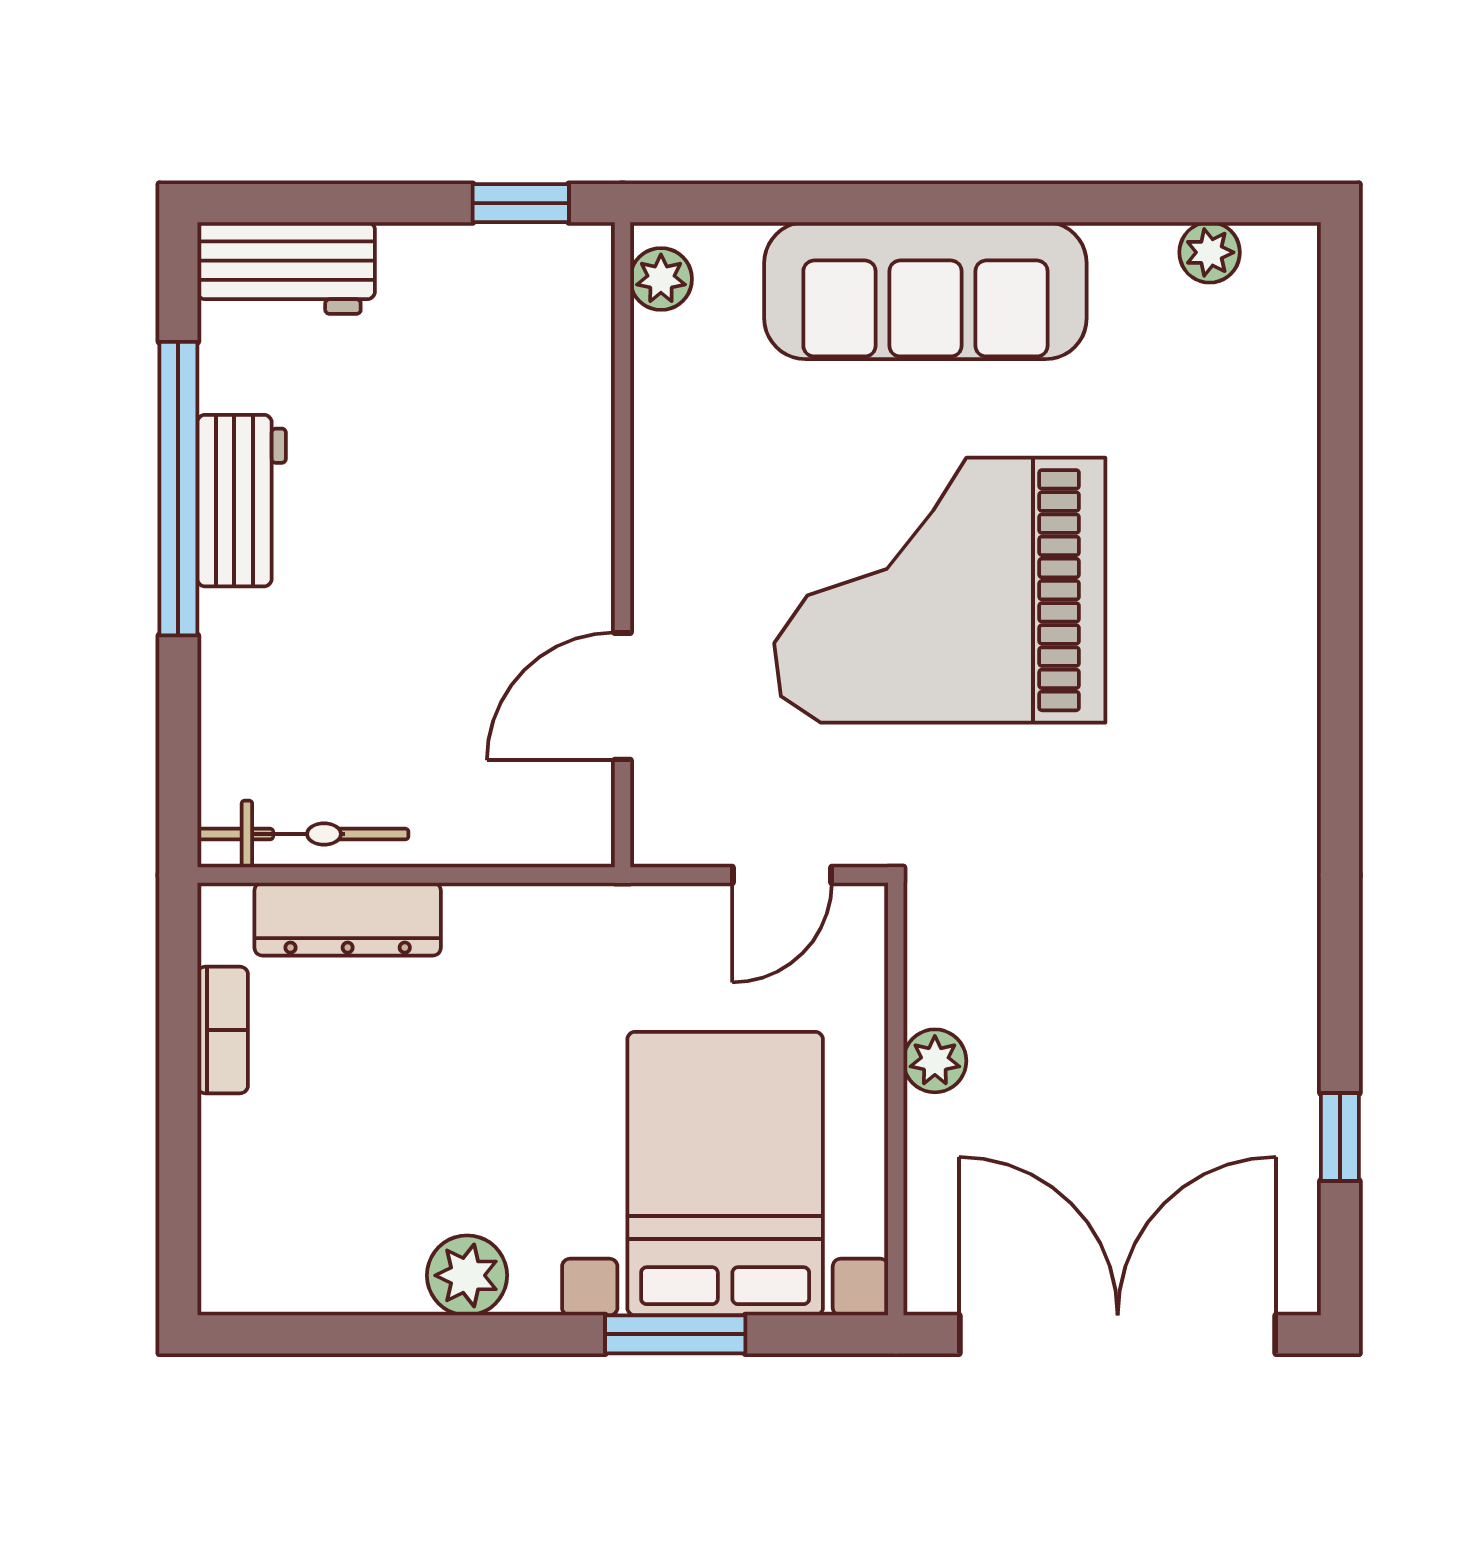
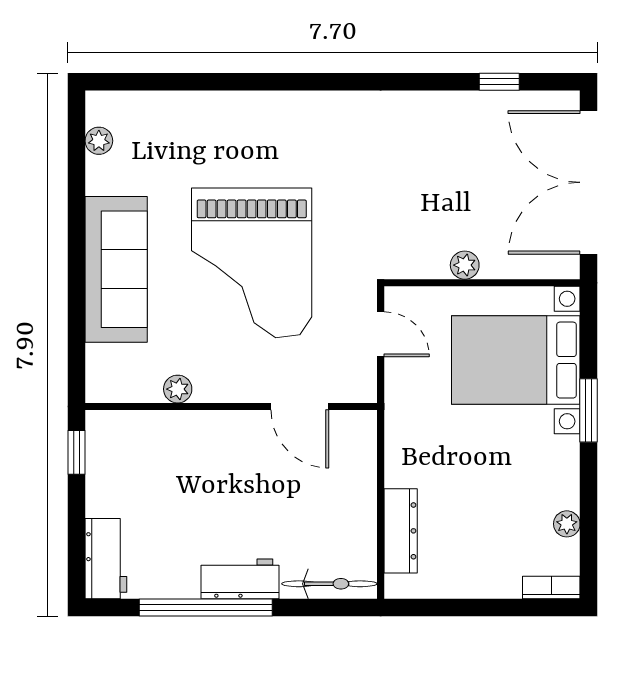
plant: (661, 279) -> (178, 389), moved
workbench: (242, 501) -> (240, 579), moved
bicycle: (303, 834) -> (329, 584), moved, turned 90
bookcase: (223, 1030) -> (551, 587), moved
plant: (467, 1275) -> (567, 524), moved, width x0.73, depth x0.73
window: (675, 1334) -> (589, 410), moved

